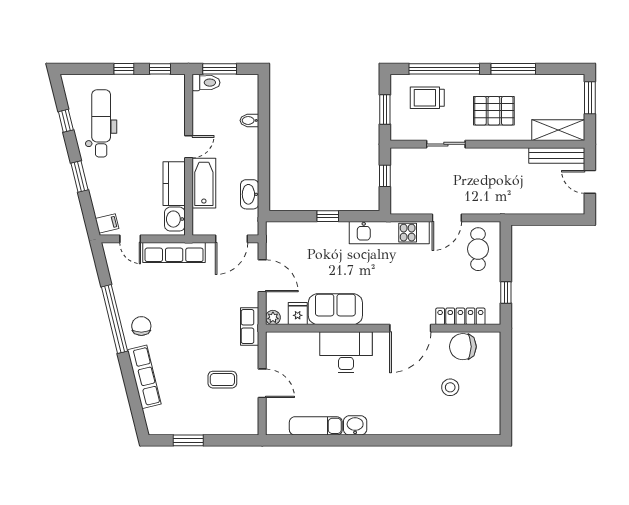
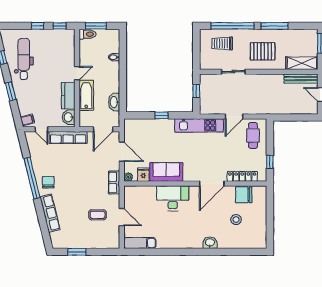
window: (385, 110) -> (196, 51), removed
washbasin: (355, 425) -> (210, 243), moved
exam couch: (316, 426) -> (140, 243), moved

